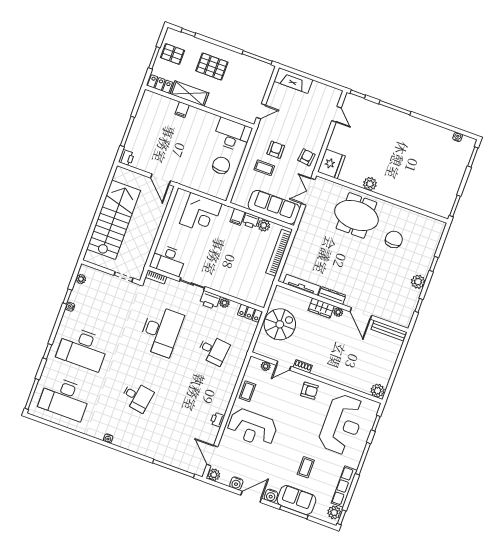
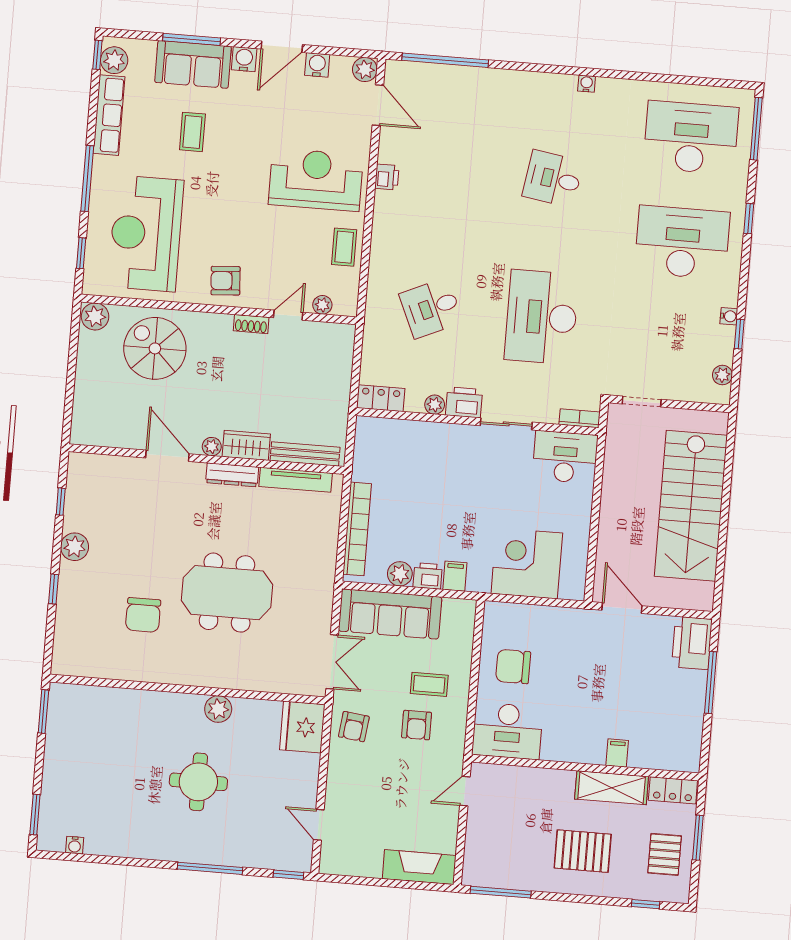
pallet: (173, 54) -> (665, 854), turned 90
round table: (389, 151) -> (198, 782), added
printer: (126, 158) -> (692, 643), width x1.87, depth x1.48
chair: (221, 165) -> (513, 667), turned 90
meeting table: (356, 215) -> (227, 593), moved
spiral stairs: (280, 324) -> (155, 348), moved, turned 90
bench: (389, 331) -> (305, 454), moved
desk: (213, 350) -> (431, 308), turned -30

